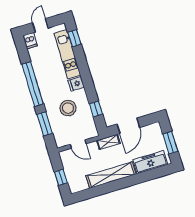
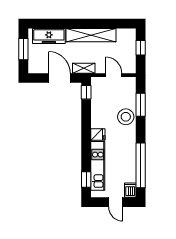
door: (40, 25) -> (116, 202), hinge flipped
window: (33, 84) -> (141, 165), moved
stool: (68, 108) -> (126, 117), moved
window: (96, 109) -> (86, 92), moved
door: (128, 126) -> (59, 78), hinge flipped

